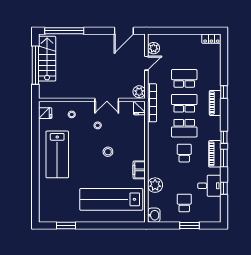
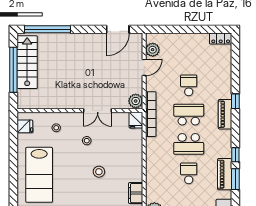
school desk: (184, 78) -> (189, 85), width x0.54

